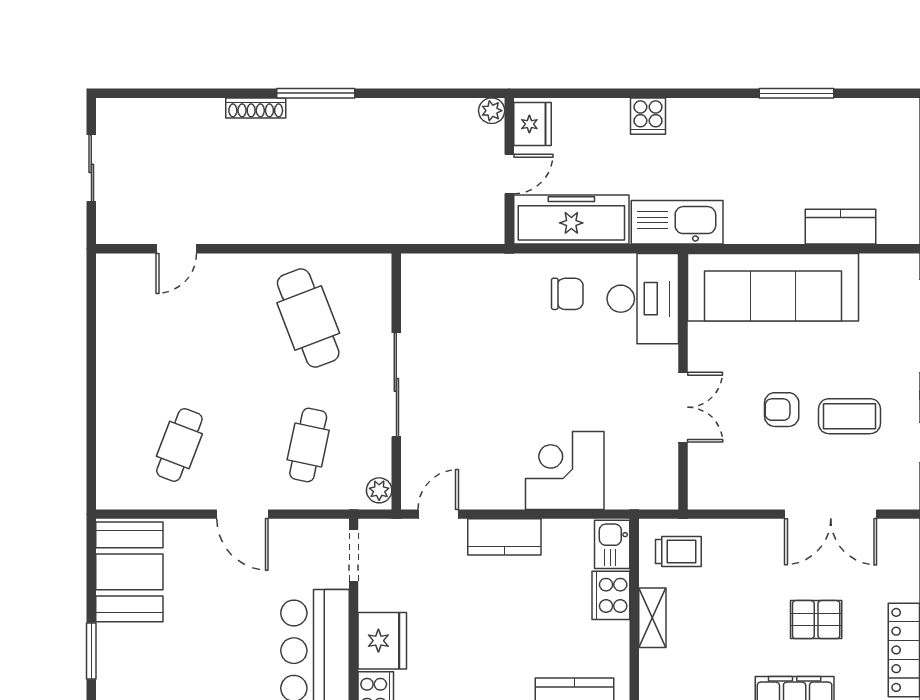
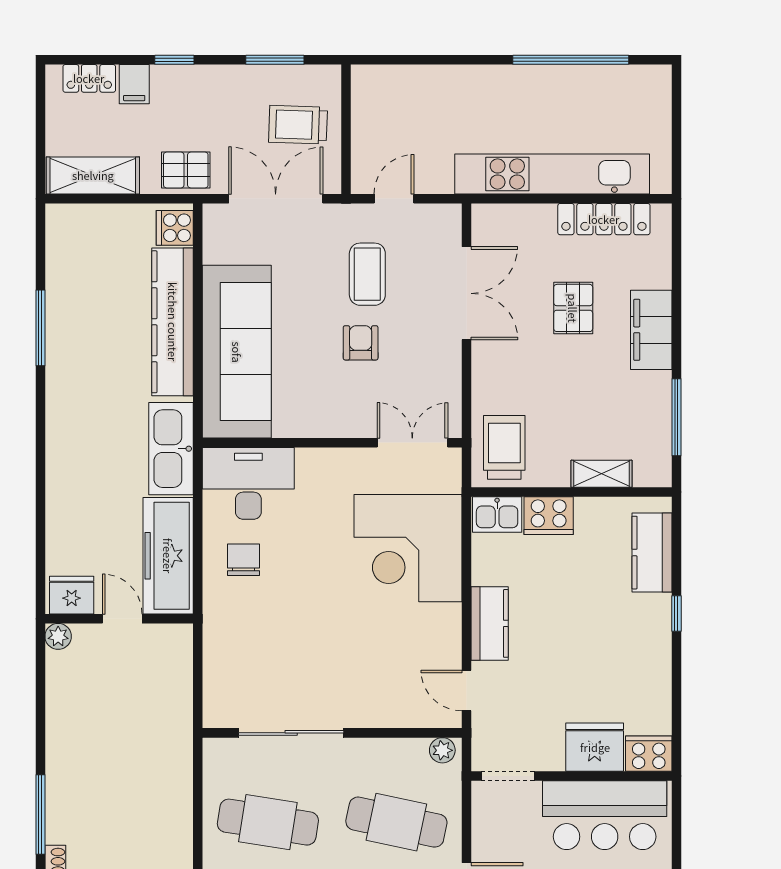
cooker: (648, 116) -> (175, 228), moved, turned 180
kitchen counter: (840, 227) -> (173, 322), width x2.08, depth x1.17
cafe table: (308, 318) -> (268, 822), turned 30
sliding door: (396, 385) -> (291, 733), moved
double door: (683, 407) -> (412, 443), moved
armchair: (782, 410) -> (361, 343), turned 180
cafe table: (308, 445) -> (396, 822), width x1.37, depth x1.35
corner desk: (565, 470) -> (408, 548), width x1.36, depth x1.36
trolley: (678, 551) -> (504, 447), width x1.36, depth x1.39
shelving: (652, 618) -> (601, 474), moved

